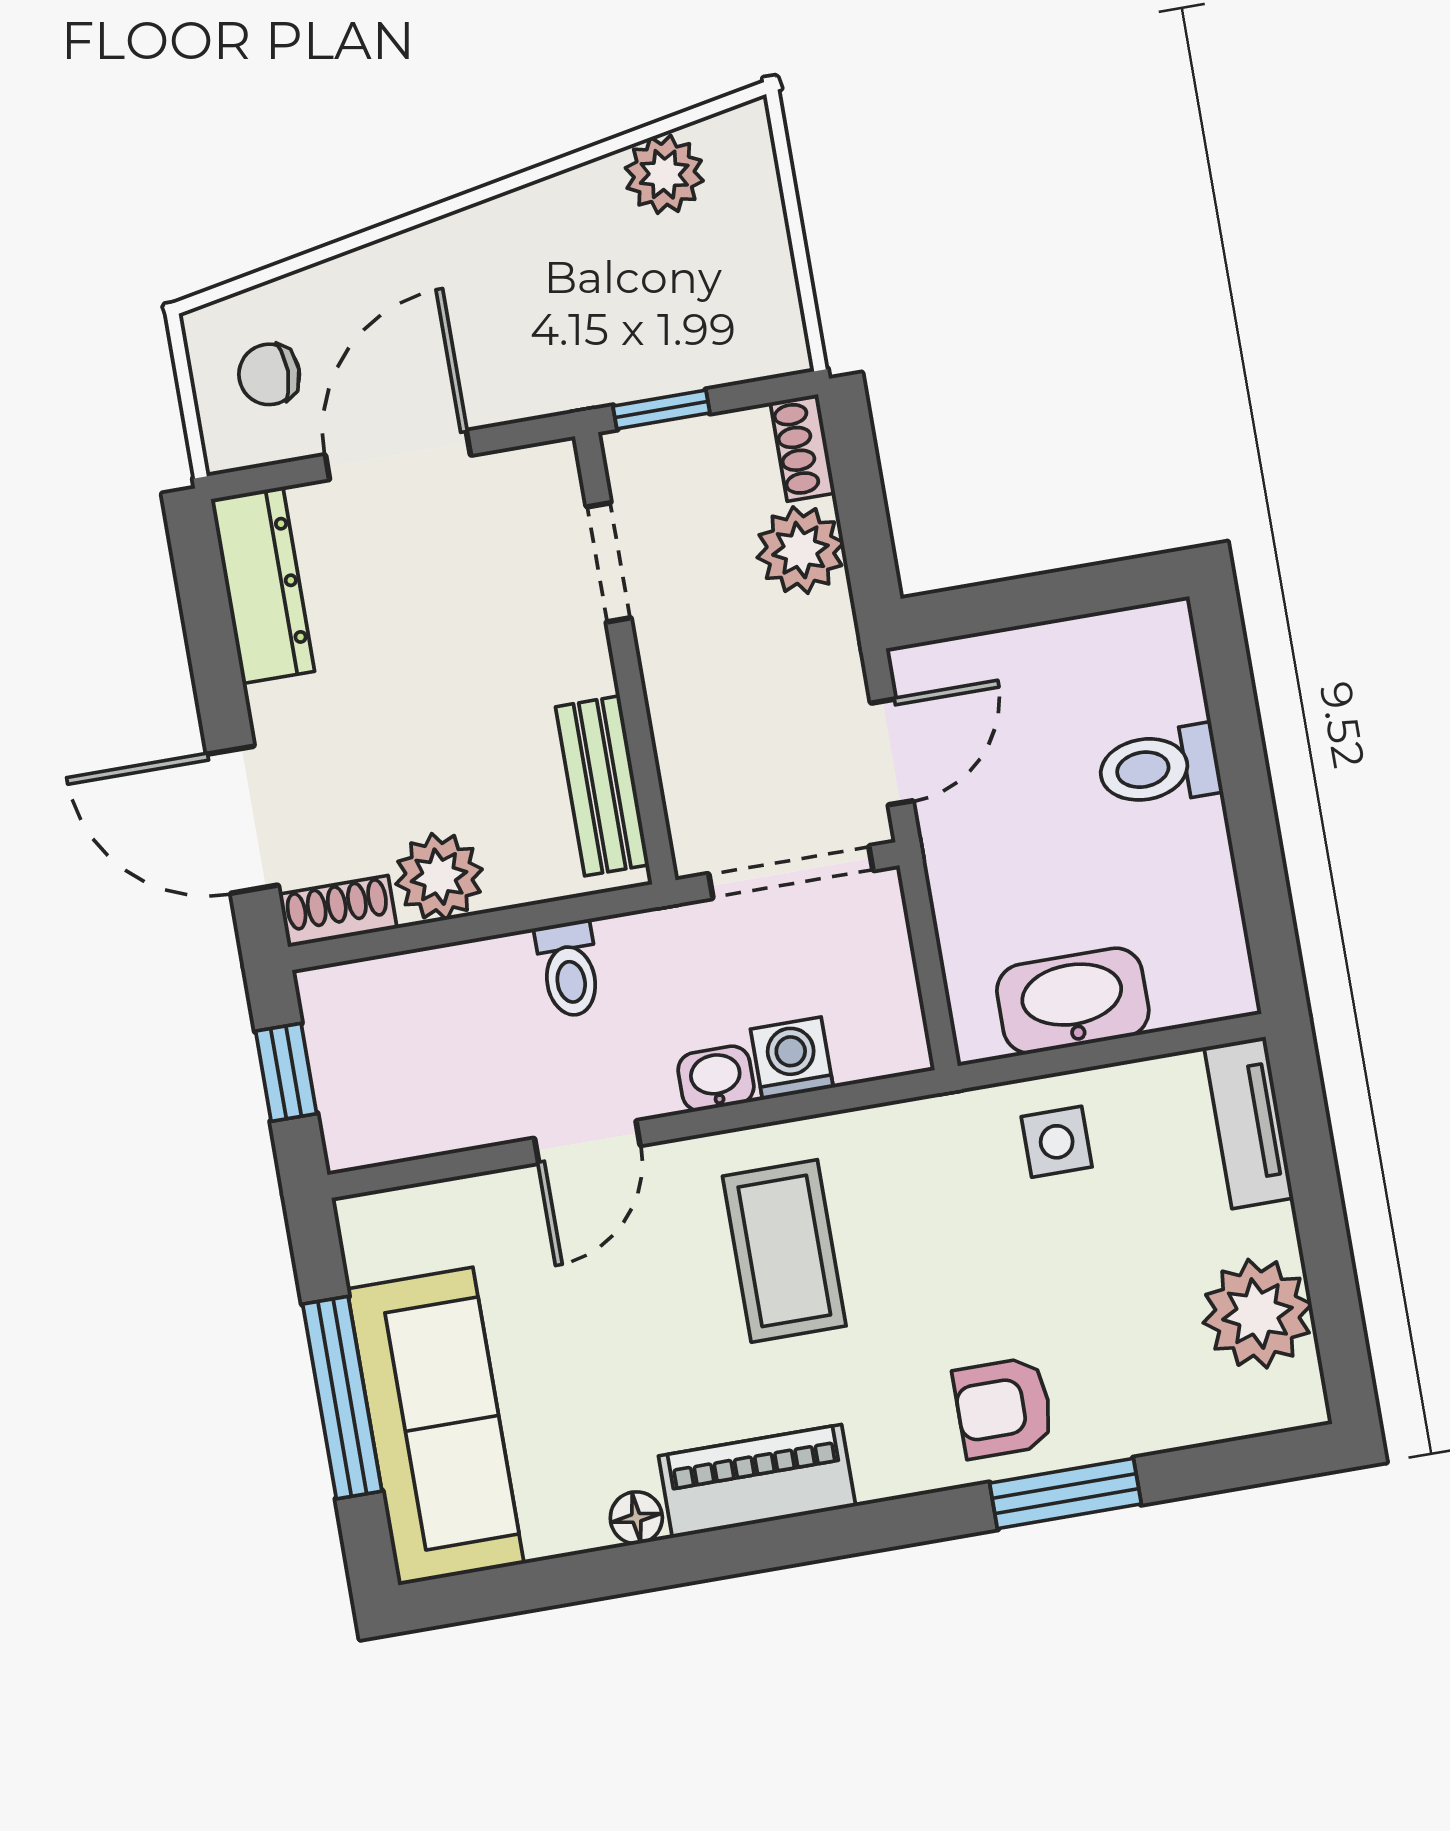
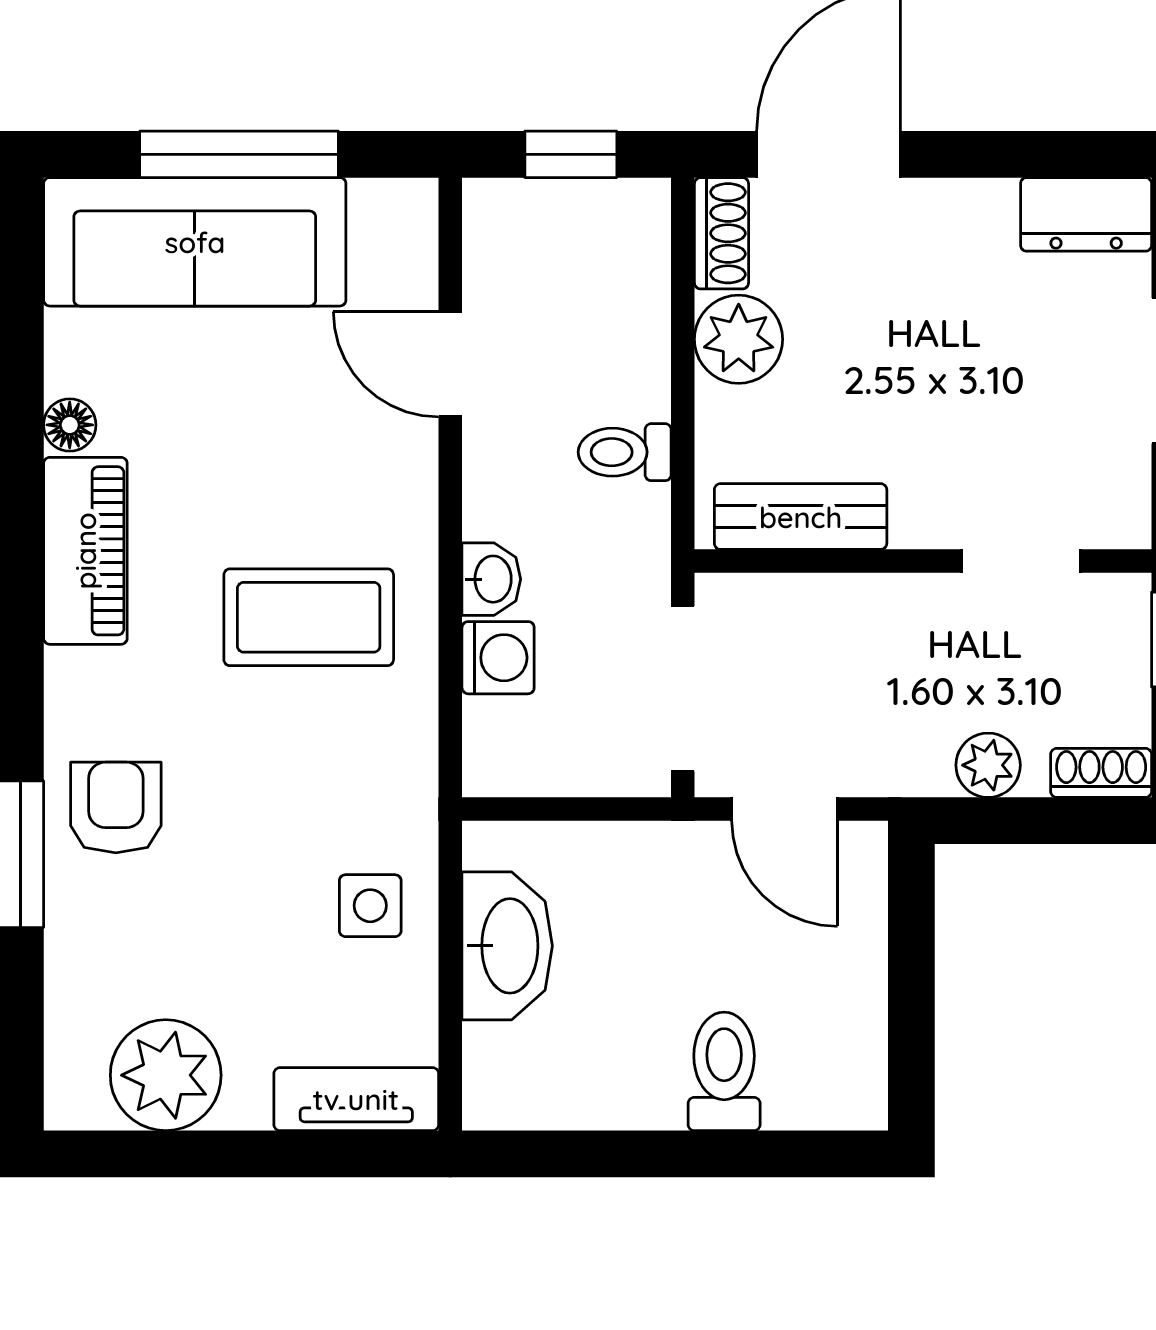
plant: (800, 550) -> (988, 765), width x0.73, depth x0.73
dresser: (263, 585) -> (1086, 214), width x0.70
door: (587, 1142) -> (450, 364), moved

